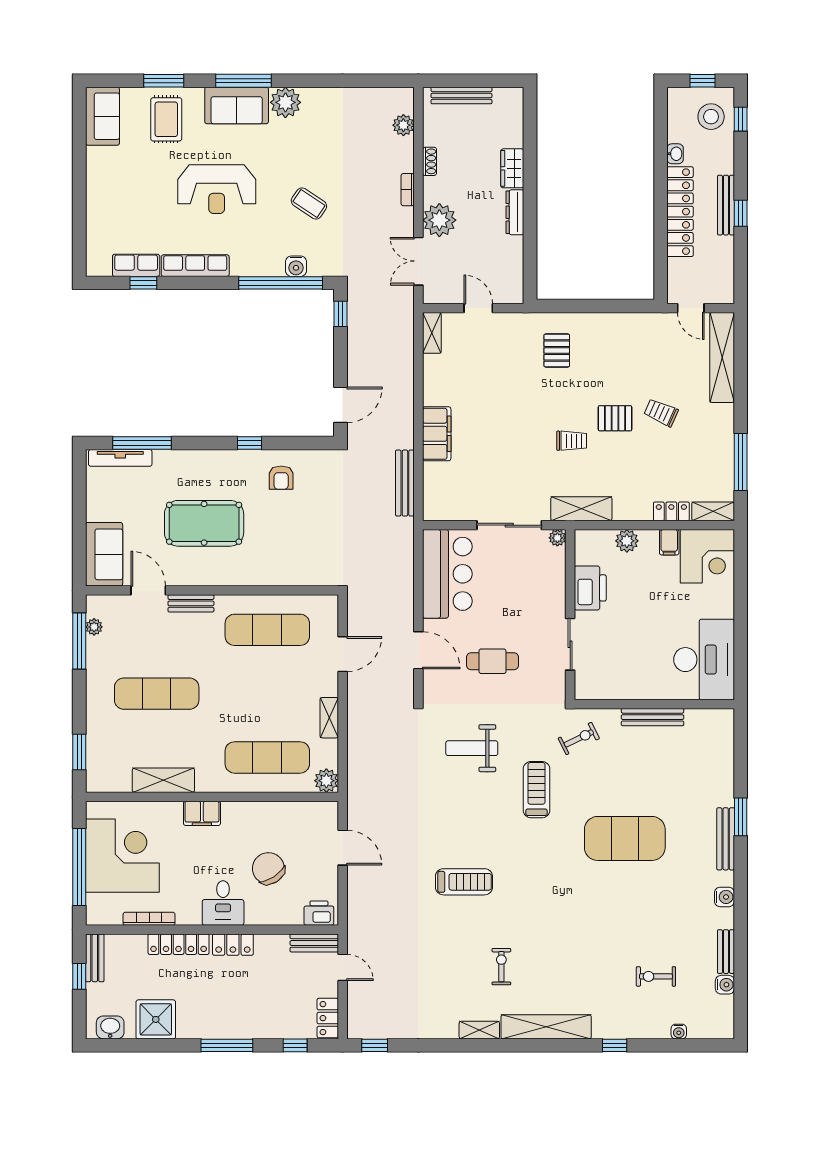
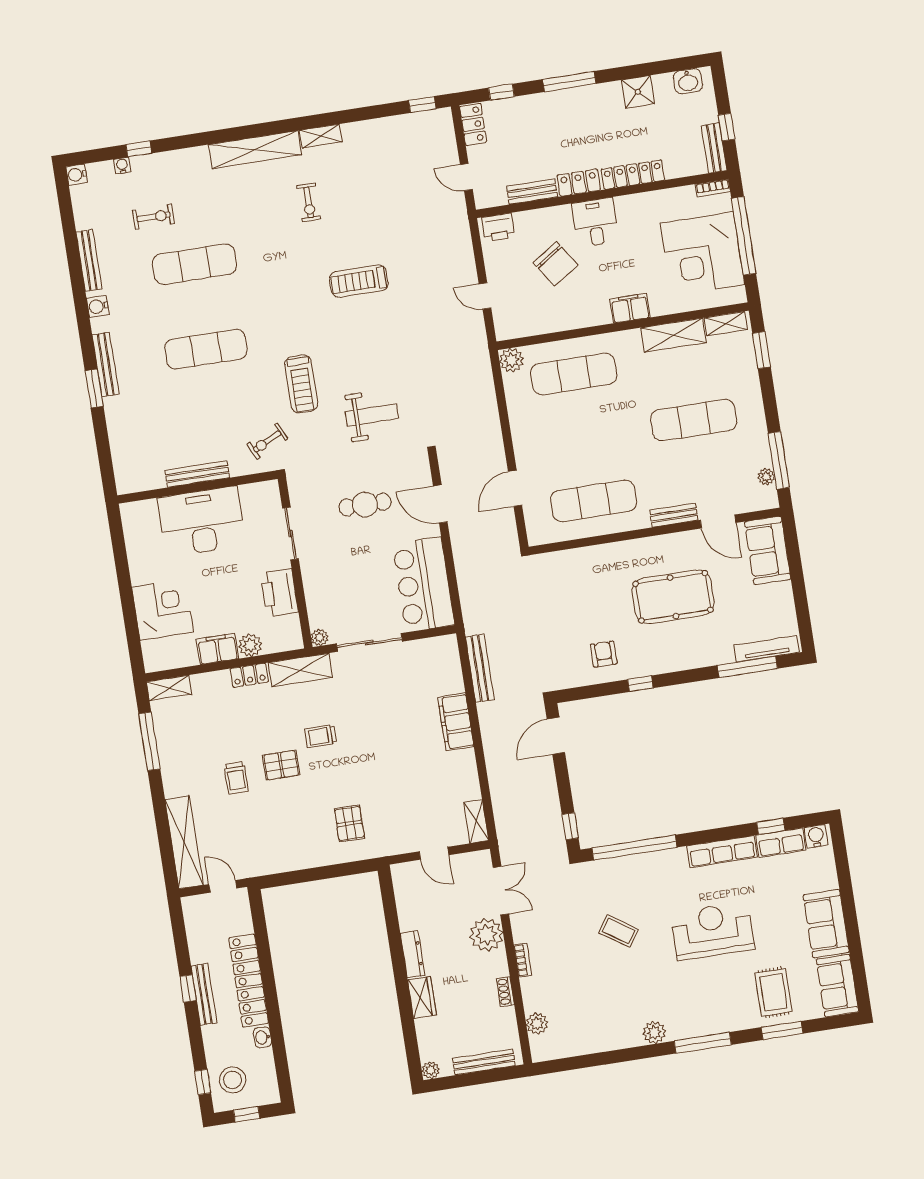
plant: (515, 96) -> (431, 1070), added
plant: (285, 102) -> (654, 1032), width x0.73, depth x0.73
sofa: (237, 105) -> (826, 924), moved, turned -90
water cooler: (296, 266) -> (816, 836), moved
trolley: (661, 413) -> (236, 778), turned 66
locker: (671, 511) -> (249, 675), moved
filing cabinet: (669, 542) -> (217, 649), width x2.00
corner desk: (707, 556) -> (163, 610), moved, turned 90
desk: (704, 660) -> (202, 522), moved, turned 90
shelving: (329, 718) -> (726, 324), moved, turned 90
exercise mat: (625, 838) -> (206, 349), width x0.68
door: (343, 848) -> (485, 296), width x0.73
bookcase: (149, 919) -> (713, 188), moved, width x0.64
exercise mat: (623, 924) -> (195, 264), added
bench: (314, 943) -> (532, 192), moved
bench: (726, 952) -> (89, 260), width x1.36
water cooler: (725, 985) -> (77, 175), moved
shower: (156, 1019) -> (638, 92), width x0.73, depth x0.73
window: (615, 1045) -> (139, 149), moved

